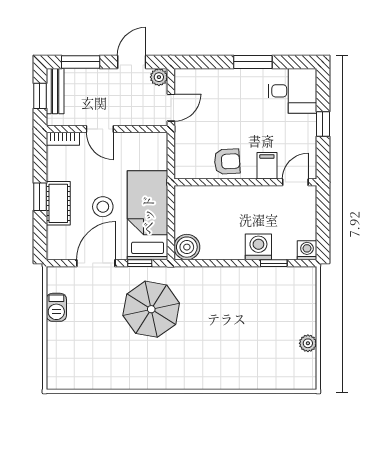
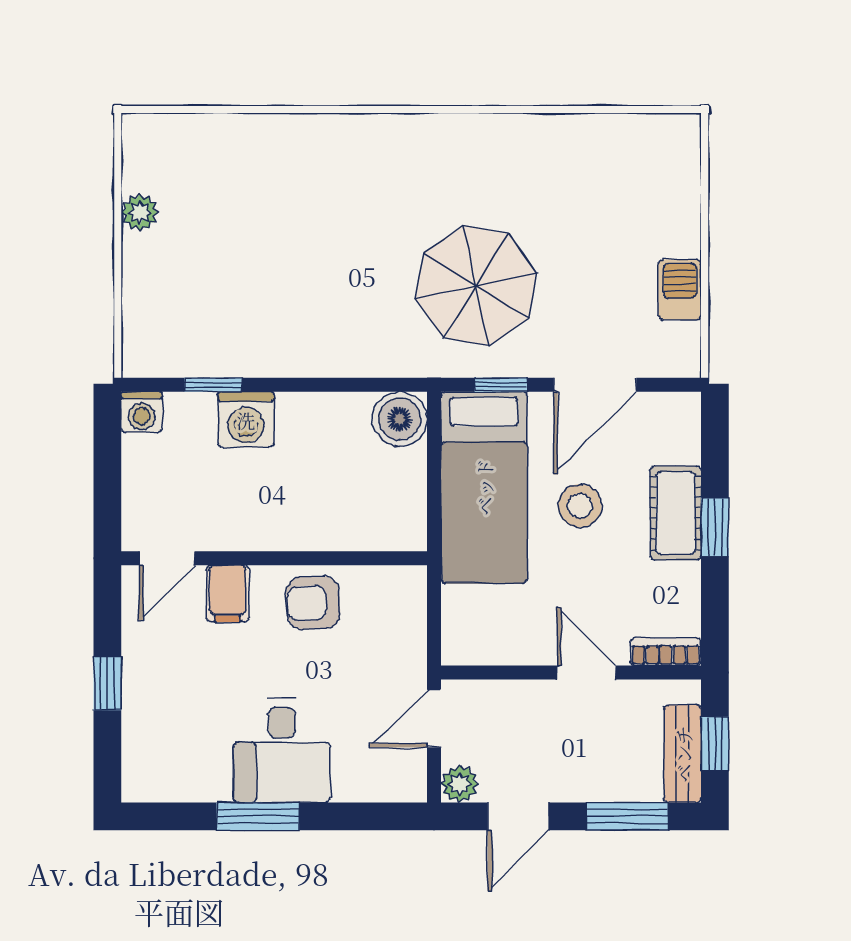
desk: (292, 91) -> (282, 751), moved, turned -90

